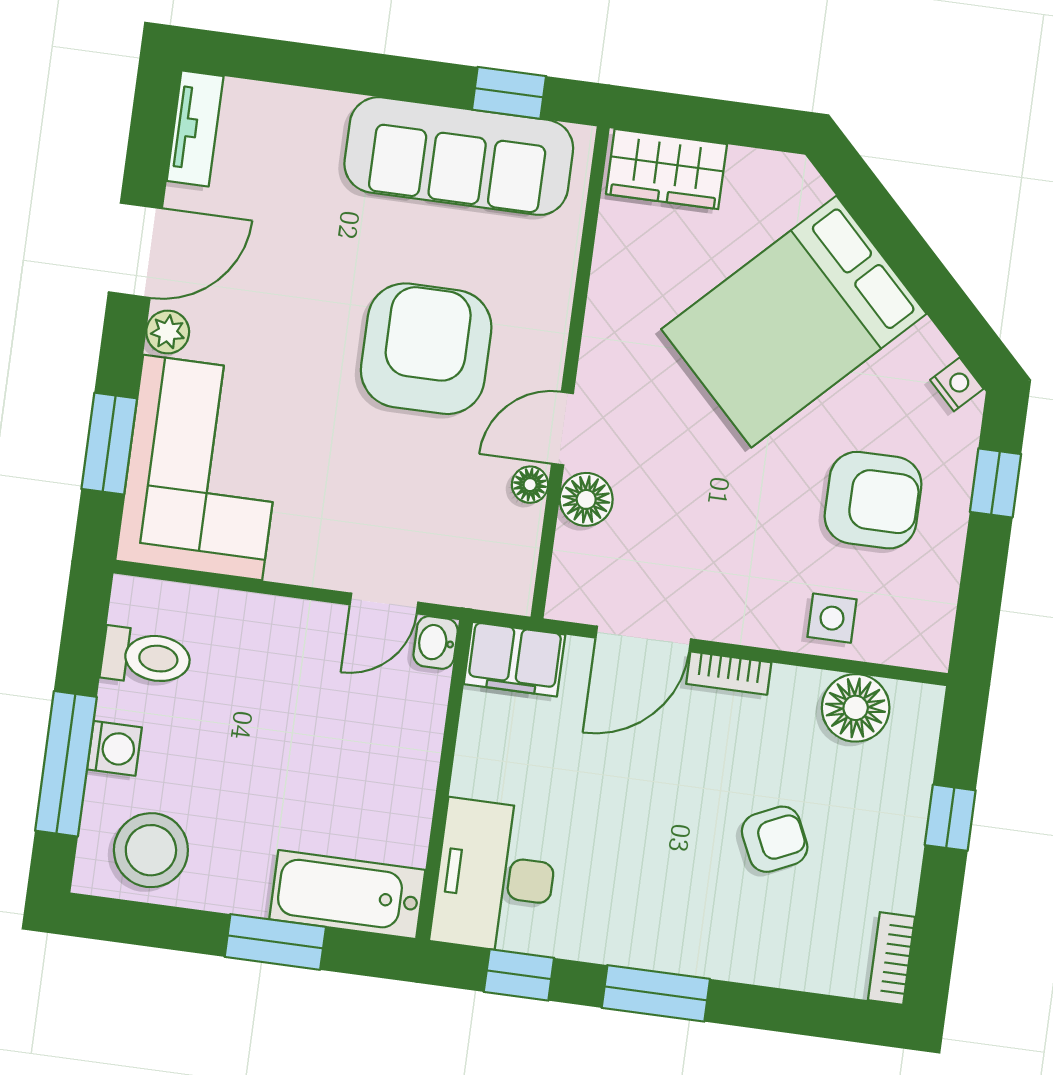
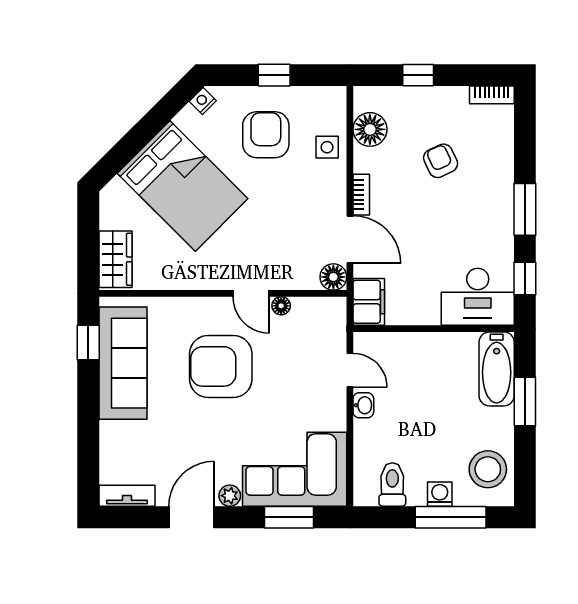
door: (135, 250) -> (191, 517), hinge flipped
window: (995, 483) -> (274, 75), moved
floor lamp: (586, 499) -> (333, 277), moved
washbasin: (436, 642) -> (363, 405), moved, turned -90

